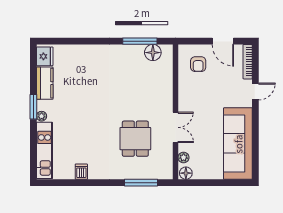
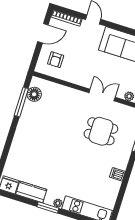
armchair: (198, 64) -> (56, 60), turned 90
dishwasher: (81, 172) -> (117, 174), moved

